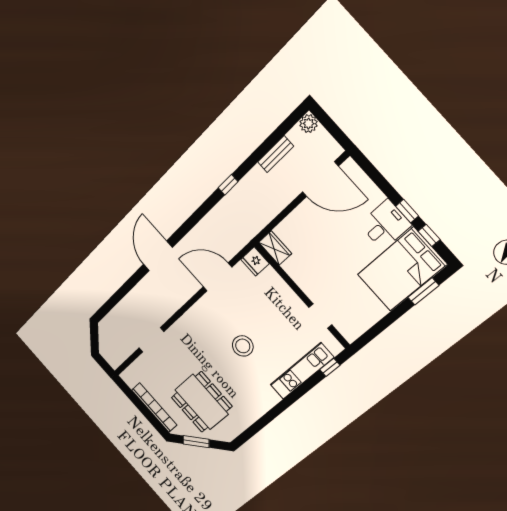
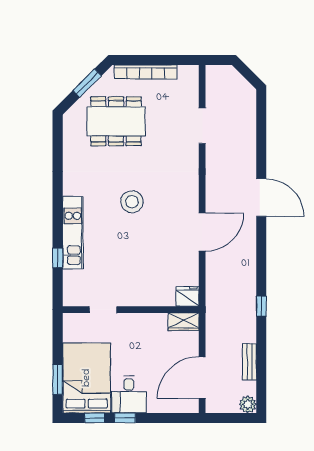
wardrobe: (275, 248) -> (184, 322), moved
fridge: (255, 261) -> (188, 296), moved
wall: (302, 295) -> (131, 310), moved
doorway: (320, 316) -> (103, 310), moved

